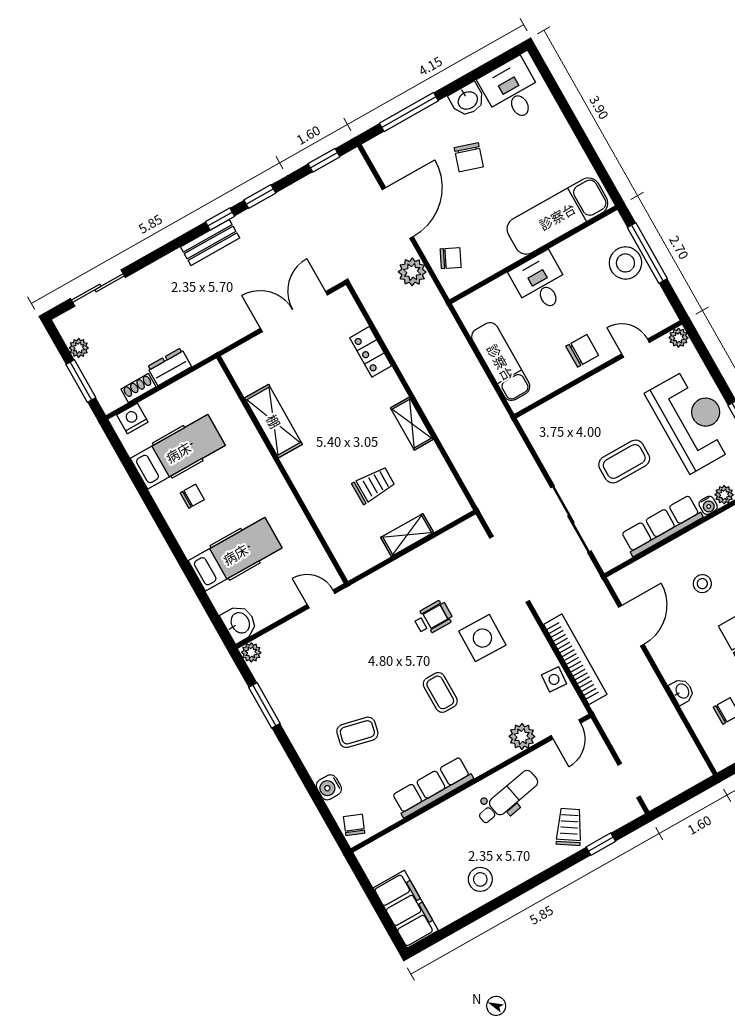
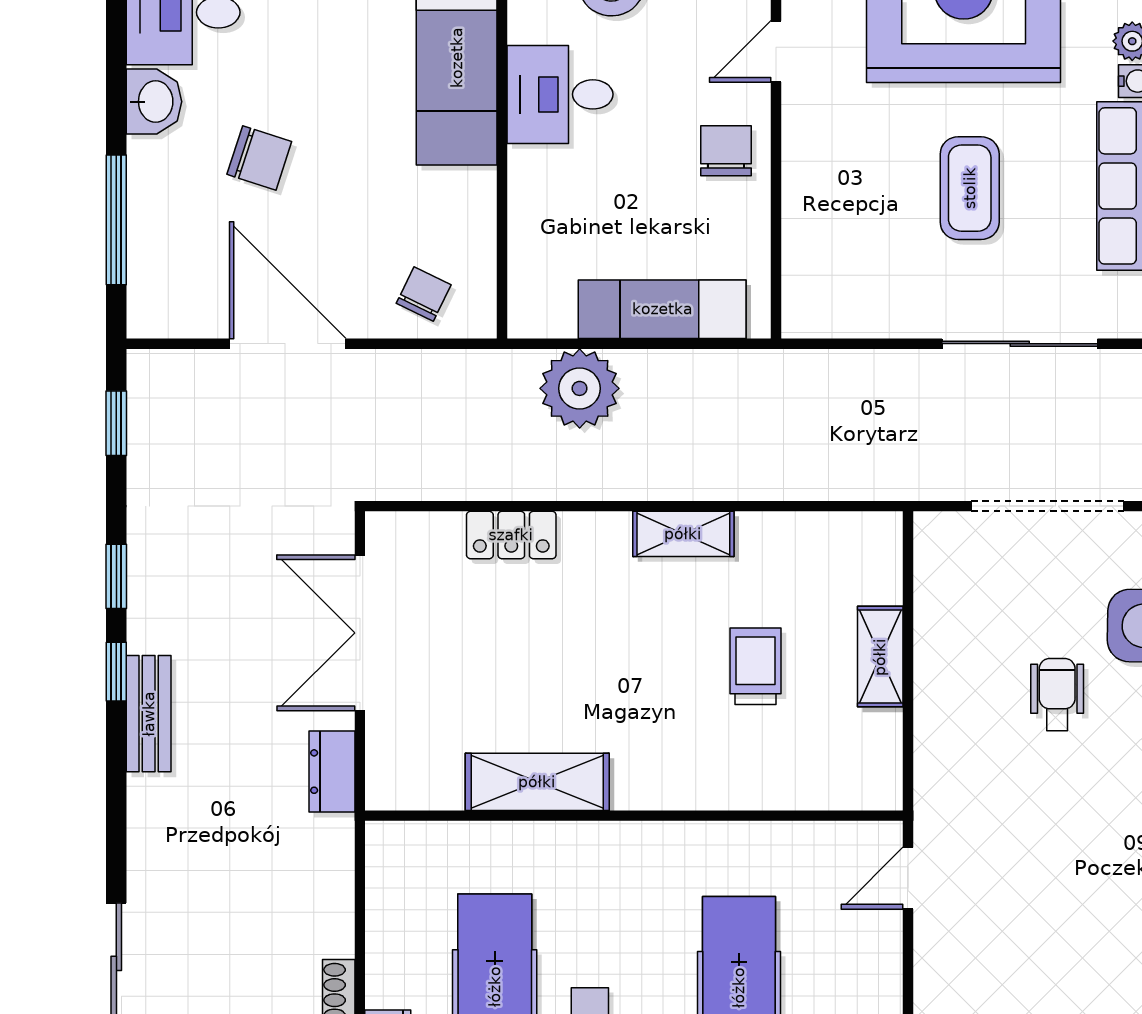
plant: (412, 272) -> (580, 388), moved, width x1.36, depth x1.36
desk: (540, 283) -> (560, 94), moved
dresser: (169, 367) -> (332, 772), moved

